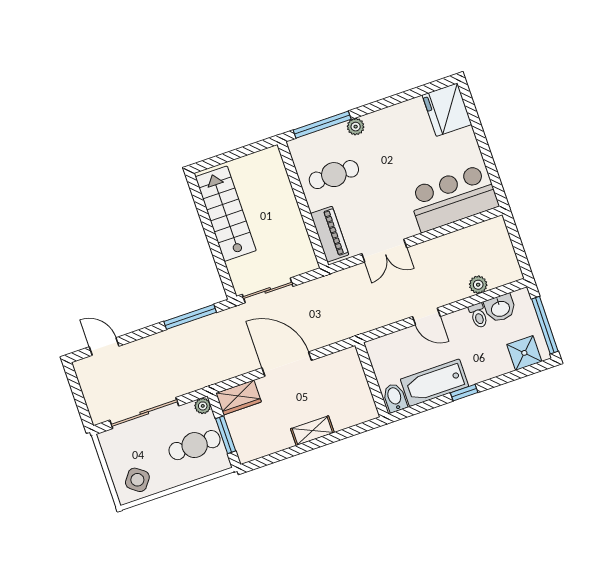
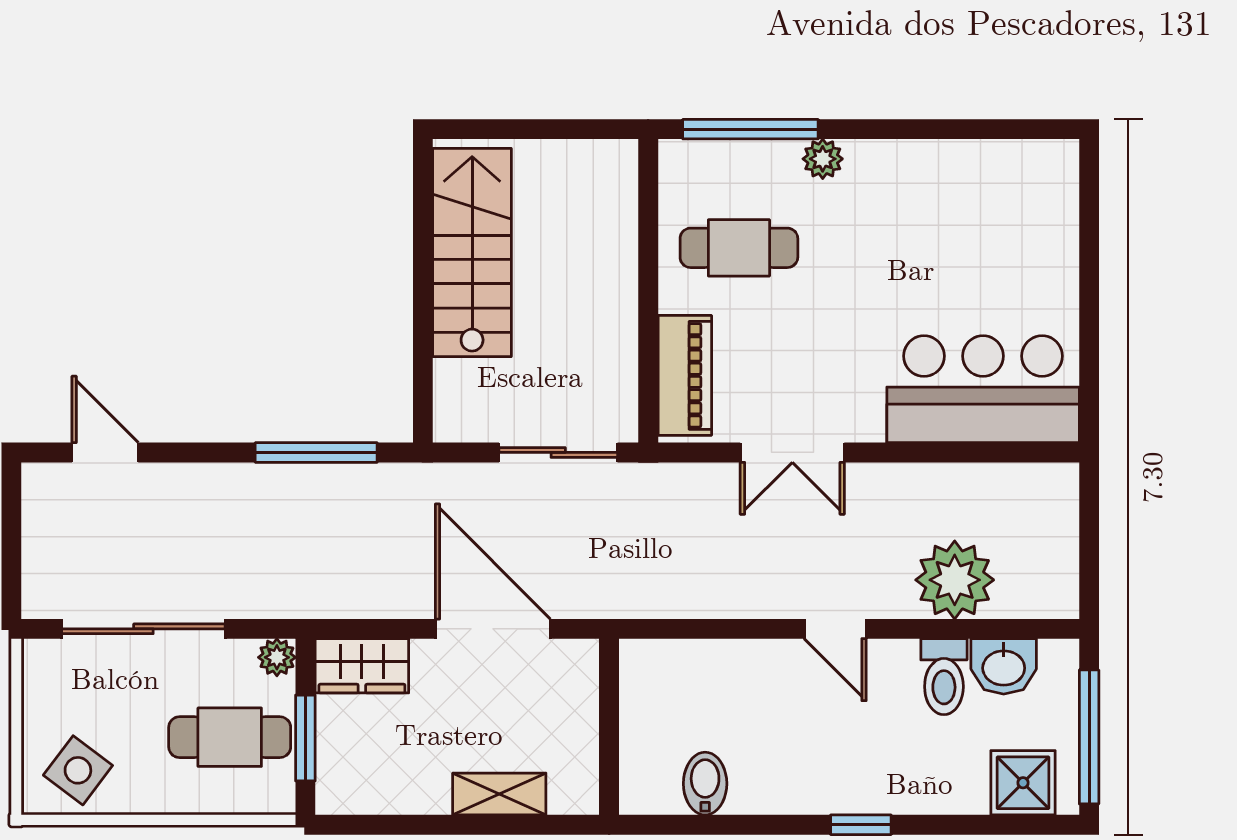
fridge: (447, 110) -> (1036, 190), removed
plant: (478, 285) -> (955, 580), width x1.87, depth x1.87
sliding door: (268, 290) -> (558, 452), moved
toilet: (478, 316) -> (944, 677), width x1.37, depth x1.39
wall: (372, 380) -> (609, 727), moved
bathtub: (434, 383) -> (803, 781), removed

